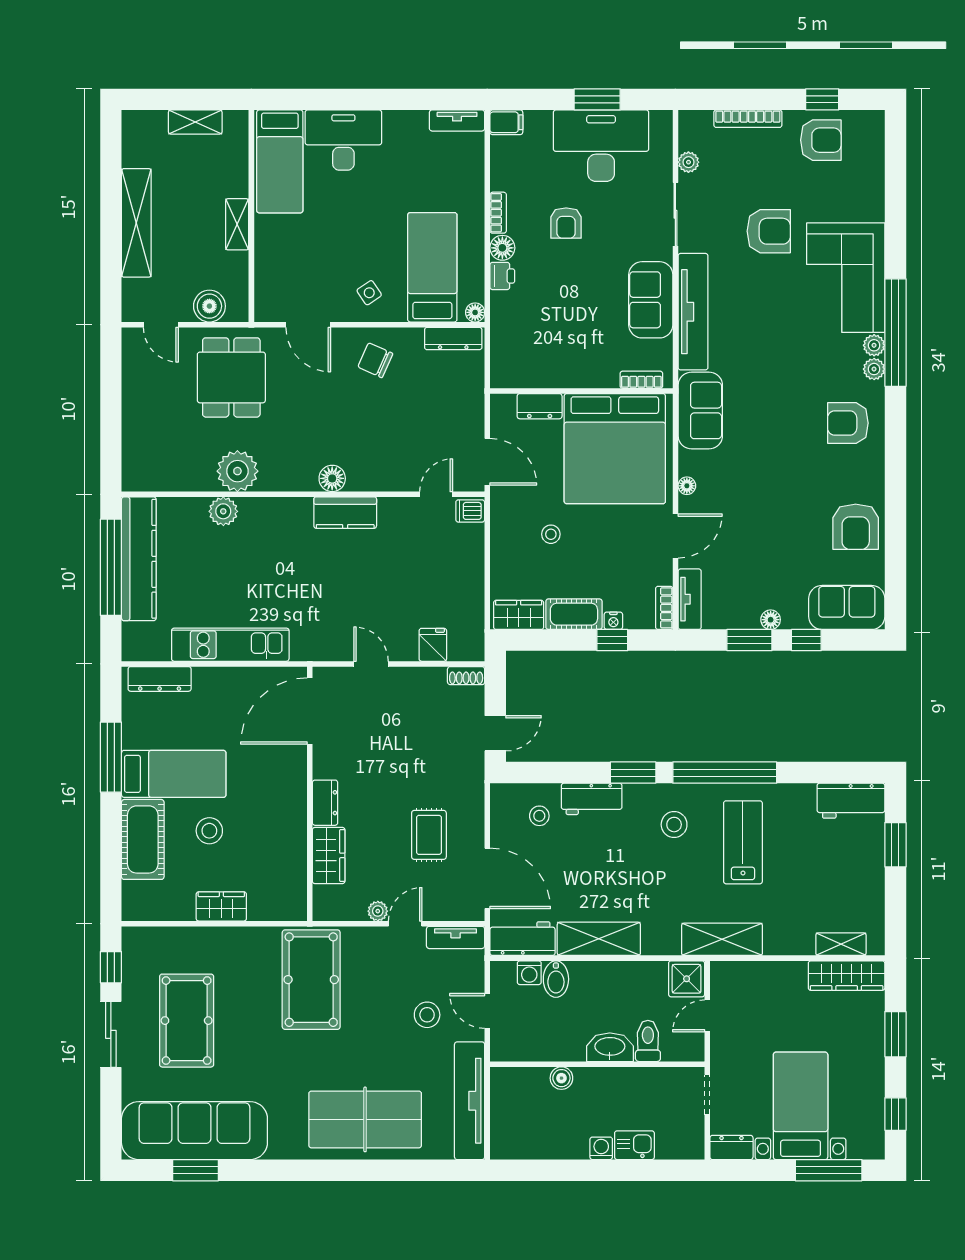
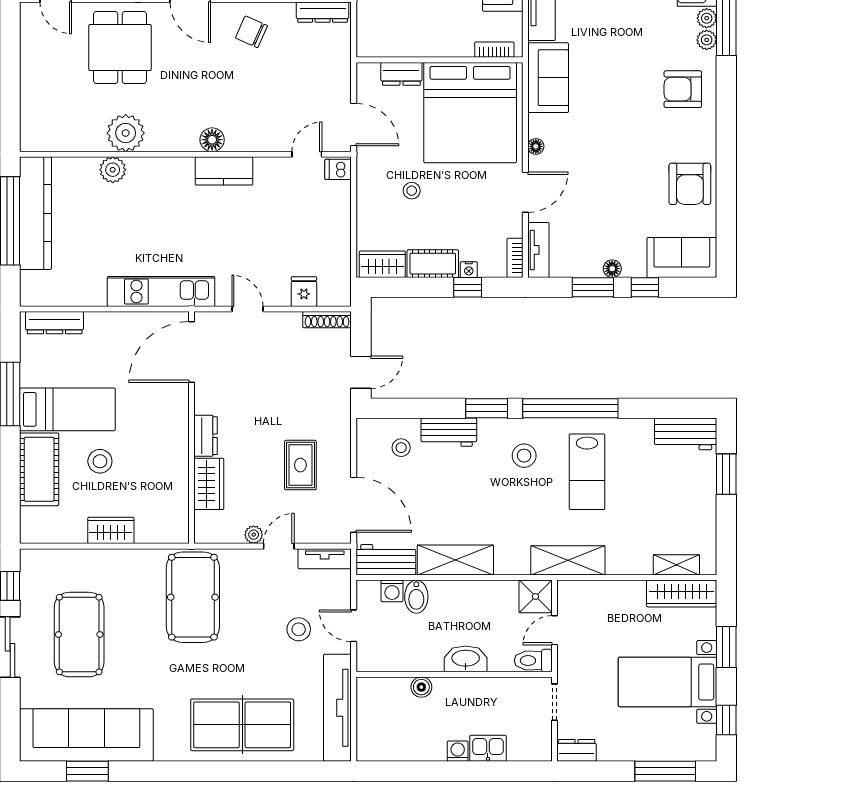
kitchen unit: (230, 645) -> (161, 291), moved
shoe rack: (466, 676) -> (327, 320), width x1.43
lab bench: (743, 842) -> (587, 472), turned 180
toilet: (648, 1041) -> (533, 661), moved, turned -90
bed with nightstands: (801, 1106) -> (667, 682), moved, turned -90

